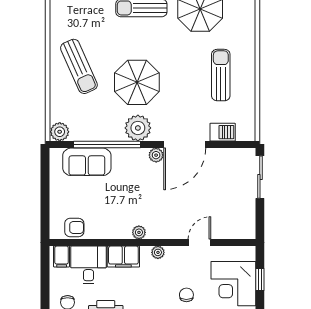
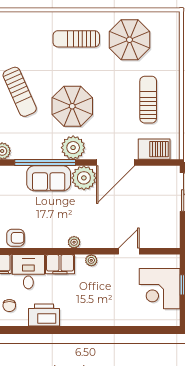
barbecue: (223, 132) -> (154, 149), width x1.38, depth x1.27
plant: (156, 155) -> (84, 178), width x1.88, depth x1.88
sofa: (87, 162) -> (49, 178), moved
chair: (186, 295) -> (117, 299), removed

